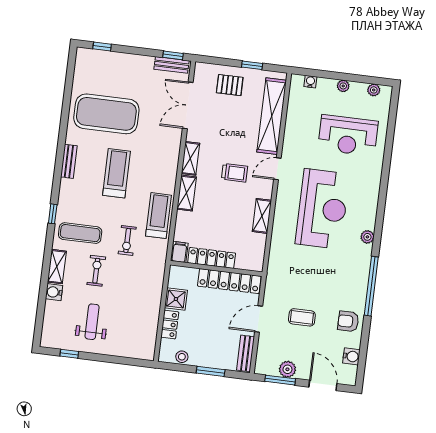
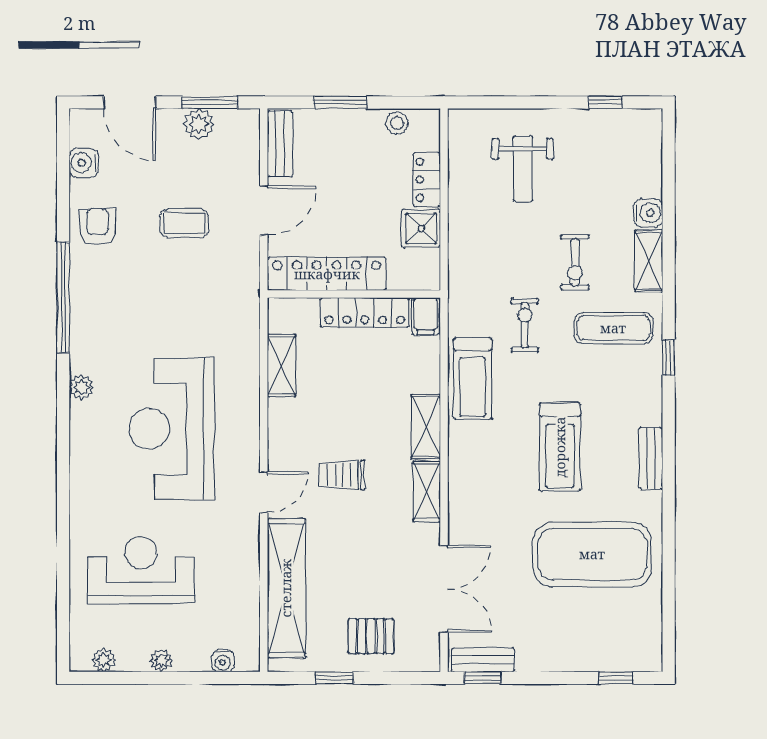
shelving: (262, 216) -> (281, 365), moved
armchair: (348, 321) -> (98, 227), turned -90
weight bench: (92, 322) -> (523, 169), moved

